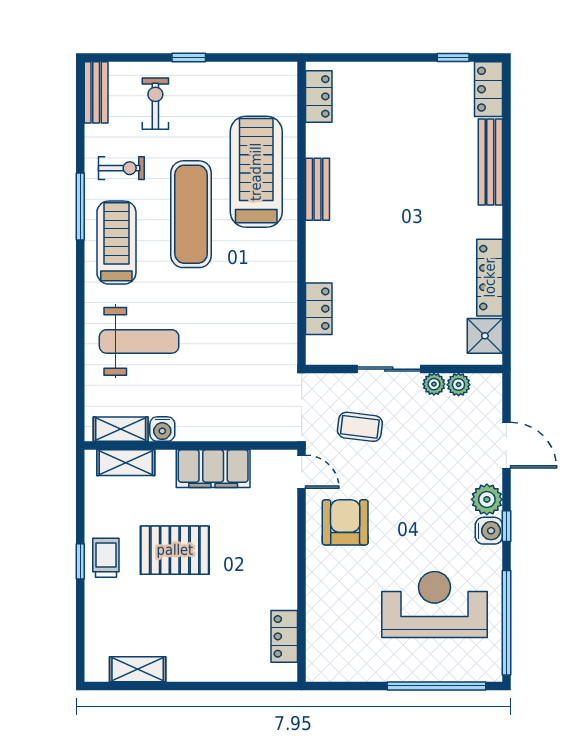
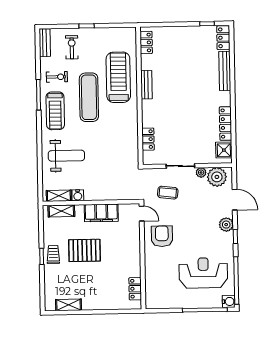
treadmill: (116, 243) -> (55, 111), turned 180
plant: (459, 385) -> (217, 177), width x1.87, depth x1.87
water cooler: (489, 531) -> (229, 301), moved

